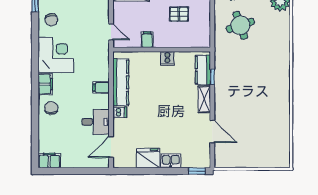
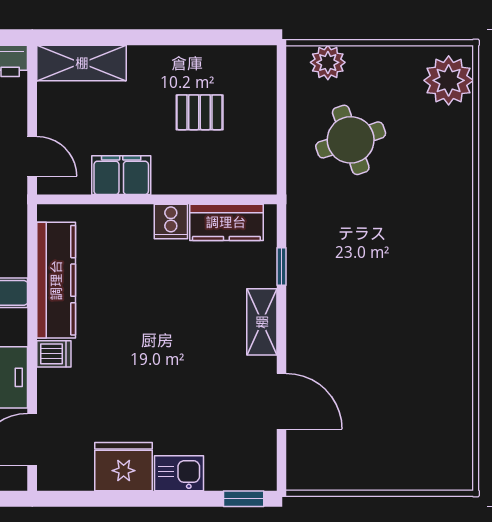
filing cabinet: (147, 40) -> (121, 175), width x2.00
kitchen counter: (203, 70) -> (226, 222), moved, turned -90

